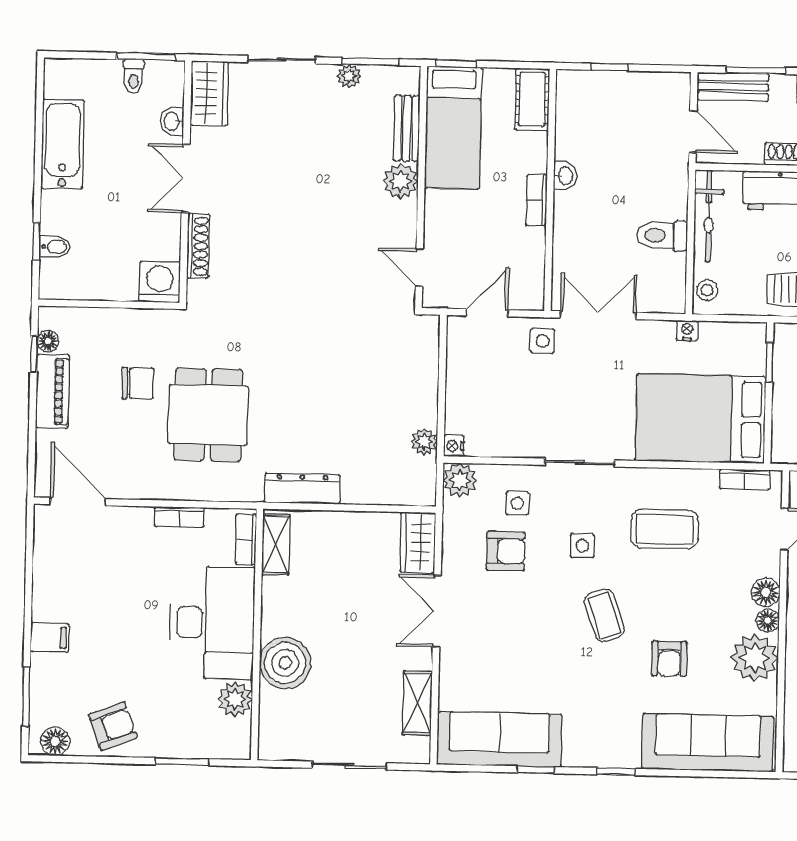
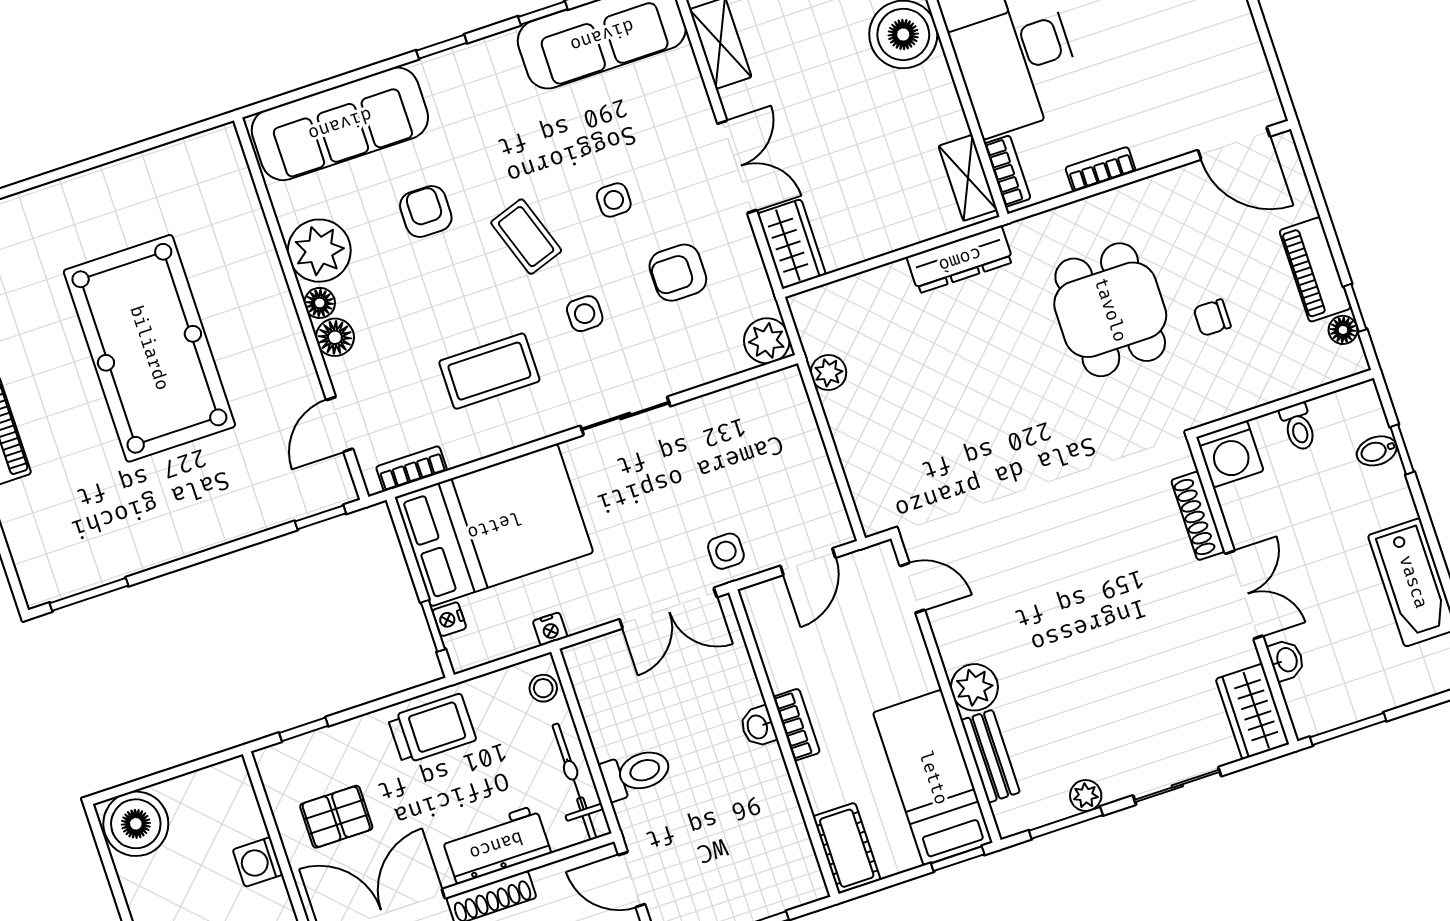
toilet: (134, 77) -> (1298, 427), moved, turned 180
washbasin: (565, 176) -> (758, 727), moved
toilet: (662, 236) -> (636, 773), moved
chair: (138, 383) -> (1212, 318), width x0.73, depth x0.73
nightstand: (454, 446) -> (449, 619), moved, turned 180
side table: (517, 503) -> (614, 200), moved

